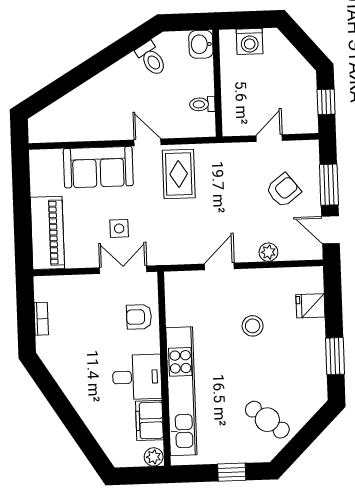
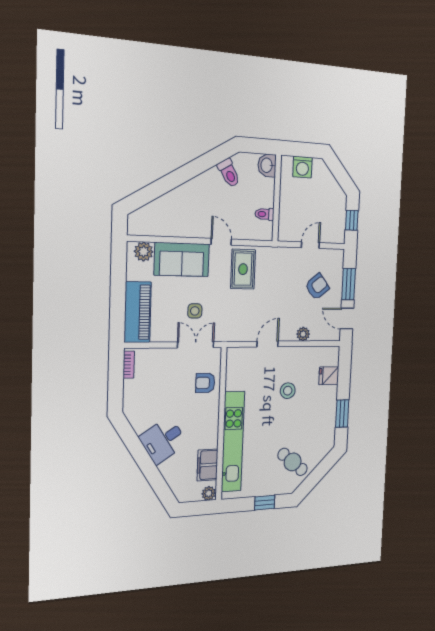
plant: (50, 161) -> (144, 252), added
bookcase: (41, 319) -> (129, 365), moved
desk: (137, 377) -> (163, 440), moved, turned 148

